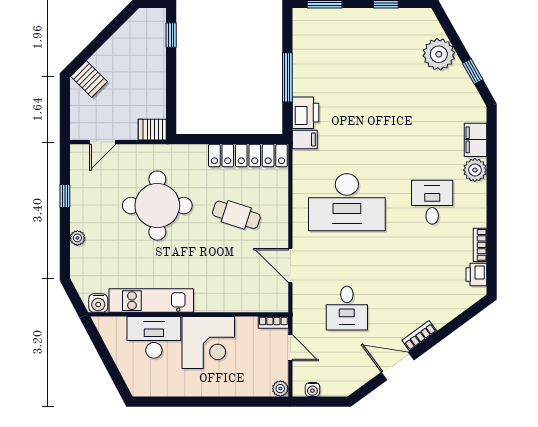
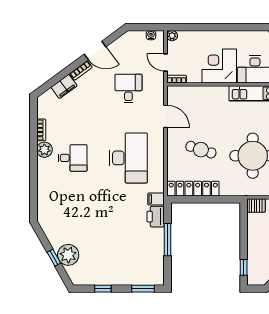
window: (473, 71) -> (54, 258), moved
filing cabinet: (475, 140) -> (64, 86), moved, turned 54
plant: (475, 170) -> (44, 150), moved
desk: (347, 202) -> (128, 158), turned 90
desk: (432, 202) -> (73, 158), turned -90
printer: (476, 275) -> (44, 110), removed

